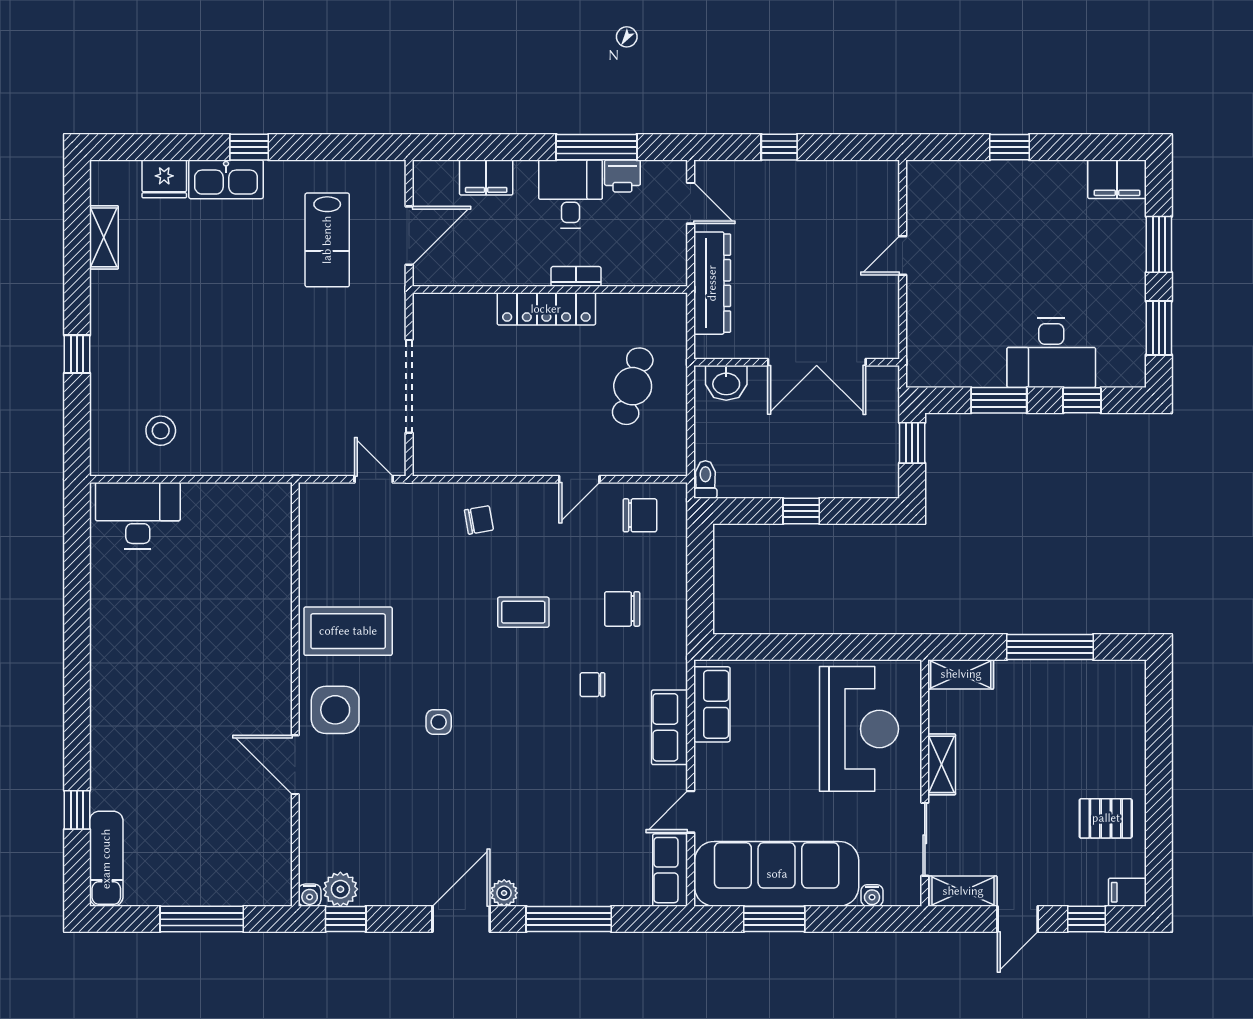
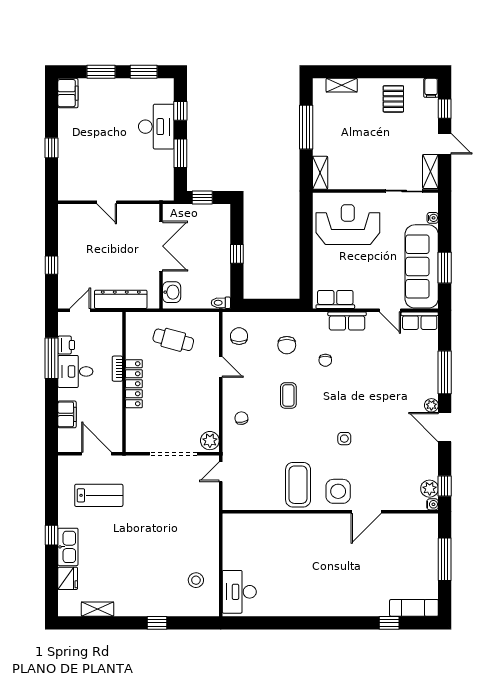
plant: (435, 458) -> (210, 441), added
shelving: (942, 764) -> (342, 85), moved

